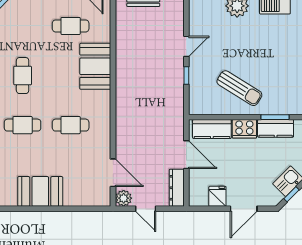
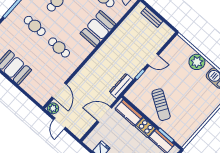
door: (186, 155) -> (104, 114), swing flipped
dresser: (177, 188) -> (121, 86), moved

